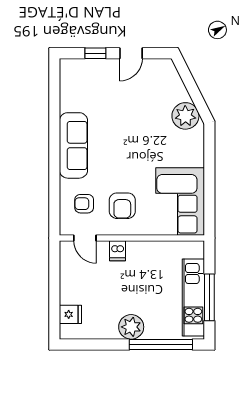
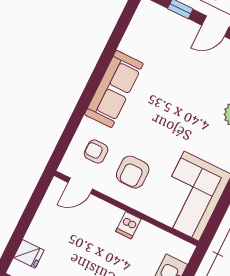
door: (85, 238) -> (80, 186), hinge flipped
dishwasher: (117, 251) -> (128, 225), moved

